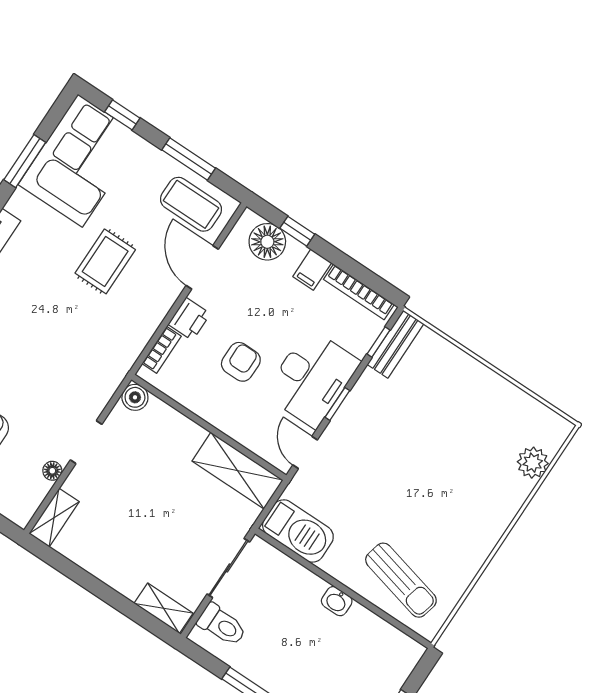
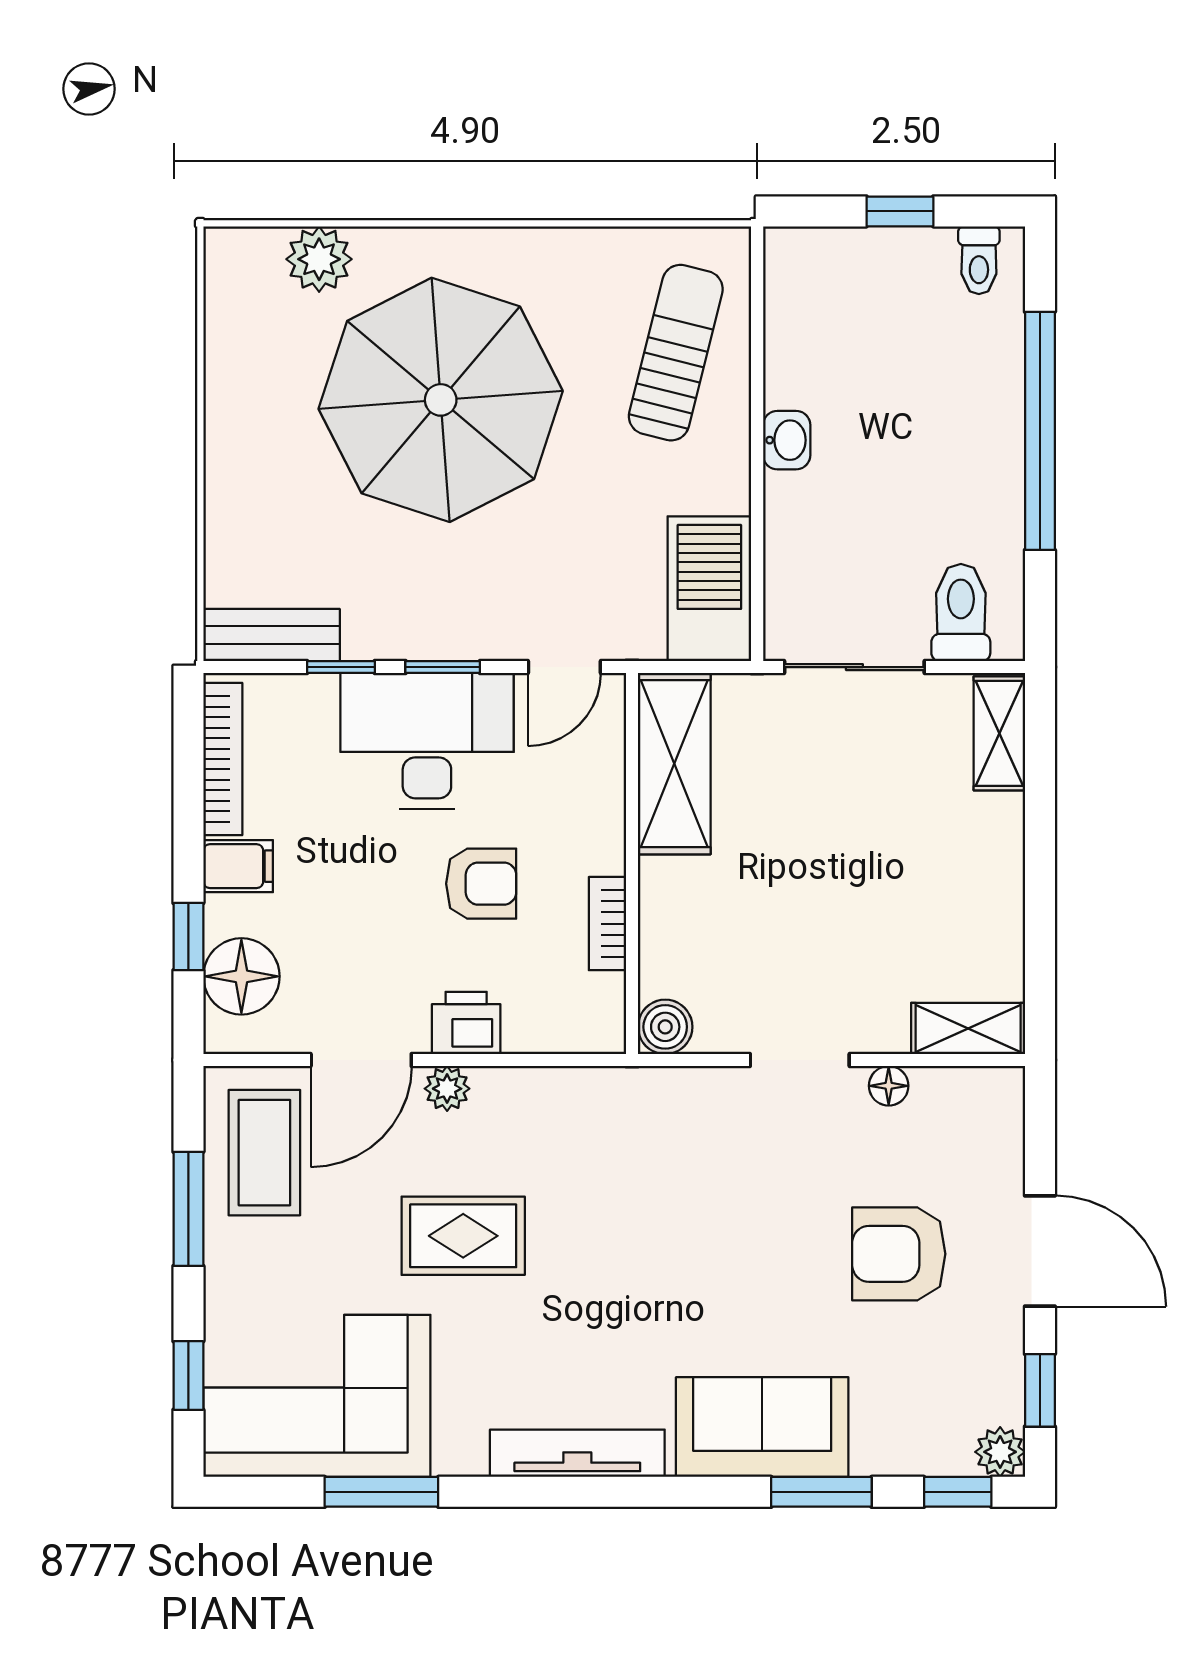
plant: (168, 294) -> (447, 1089), added
window: (378, 342) -> (341, 667), moved
bookcase: (162, 350) -> (607, 924), moved, turned -90
armchair: (241, 362) -> (481, 884), turned 180
parasol: (444, 474) -> (441, 400), added

